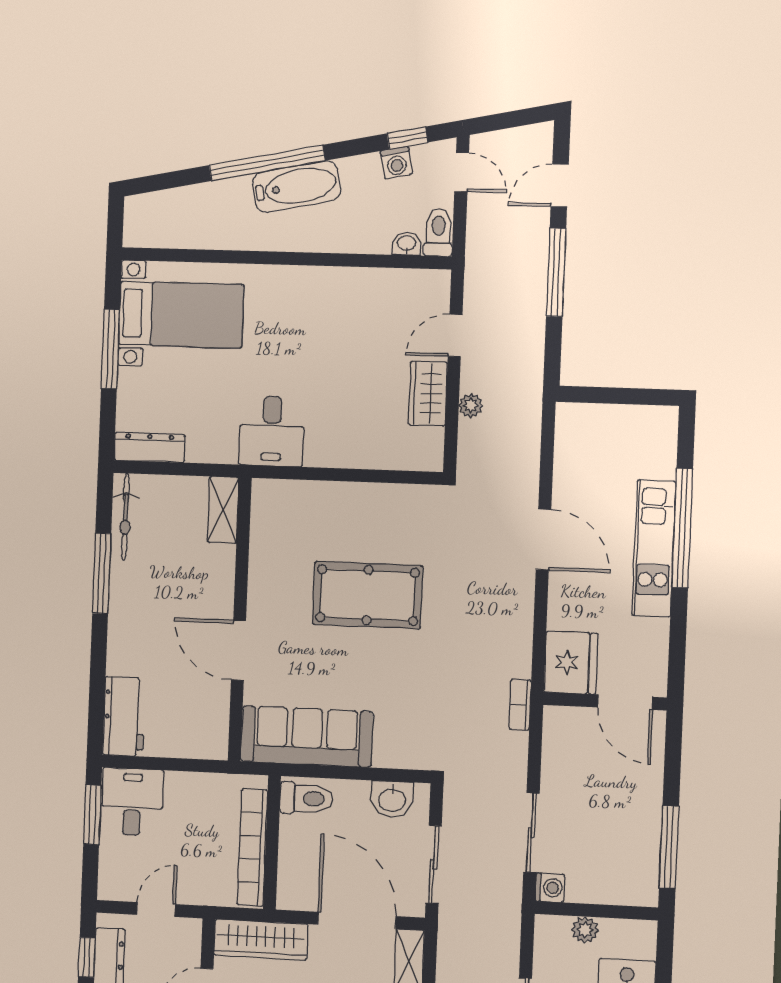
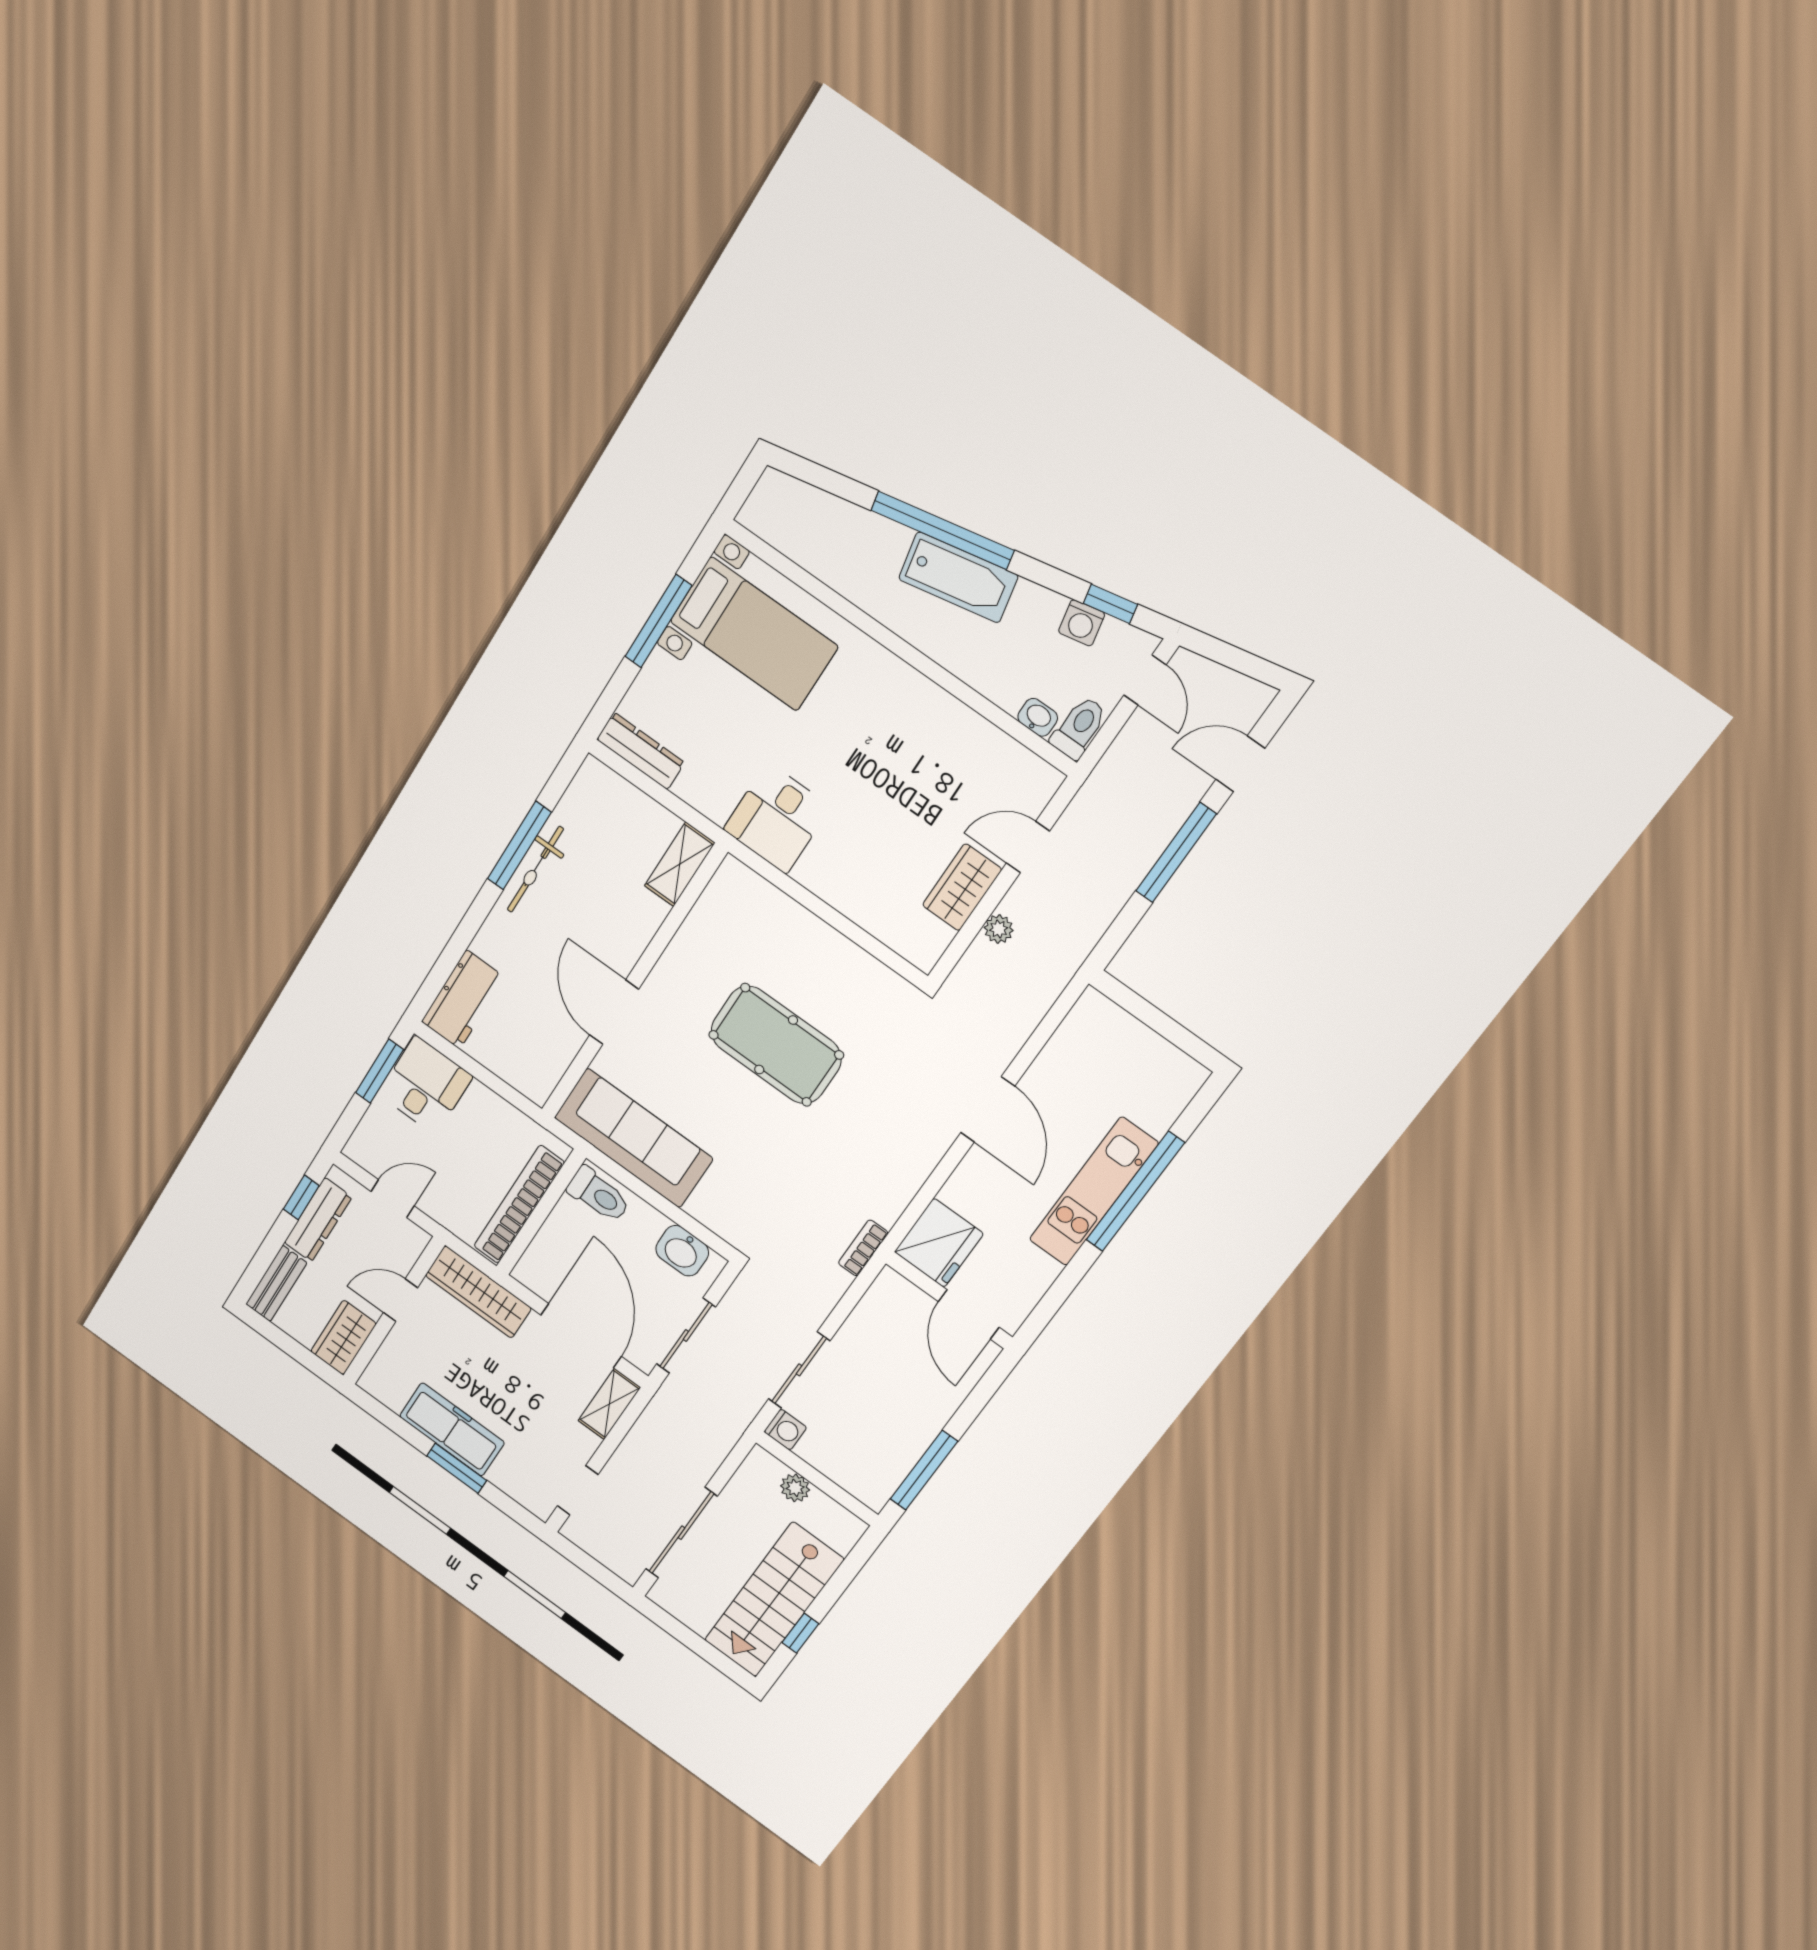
bicycle: (125, 517) -> (535, 869), moved

